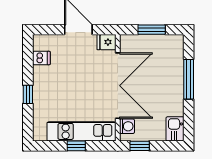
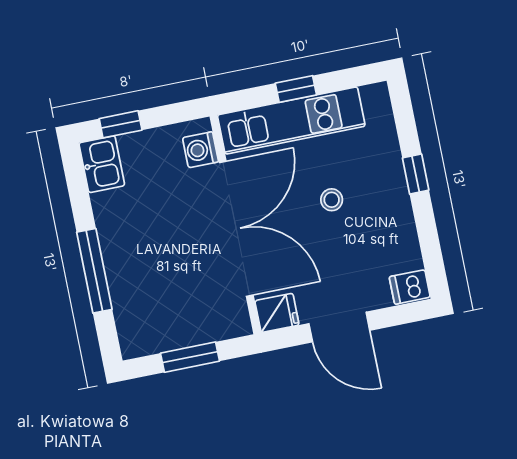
dishwasher: (41, 58) -> (410, 287), moved
double door: (118, 86) -> (236, 229), swing flipped
stool: (70, 90) -> (332, 200), added
window: (140, 146) -> (121, 124), moved

